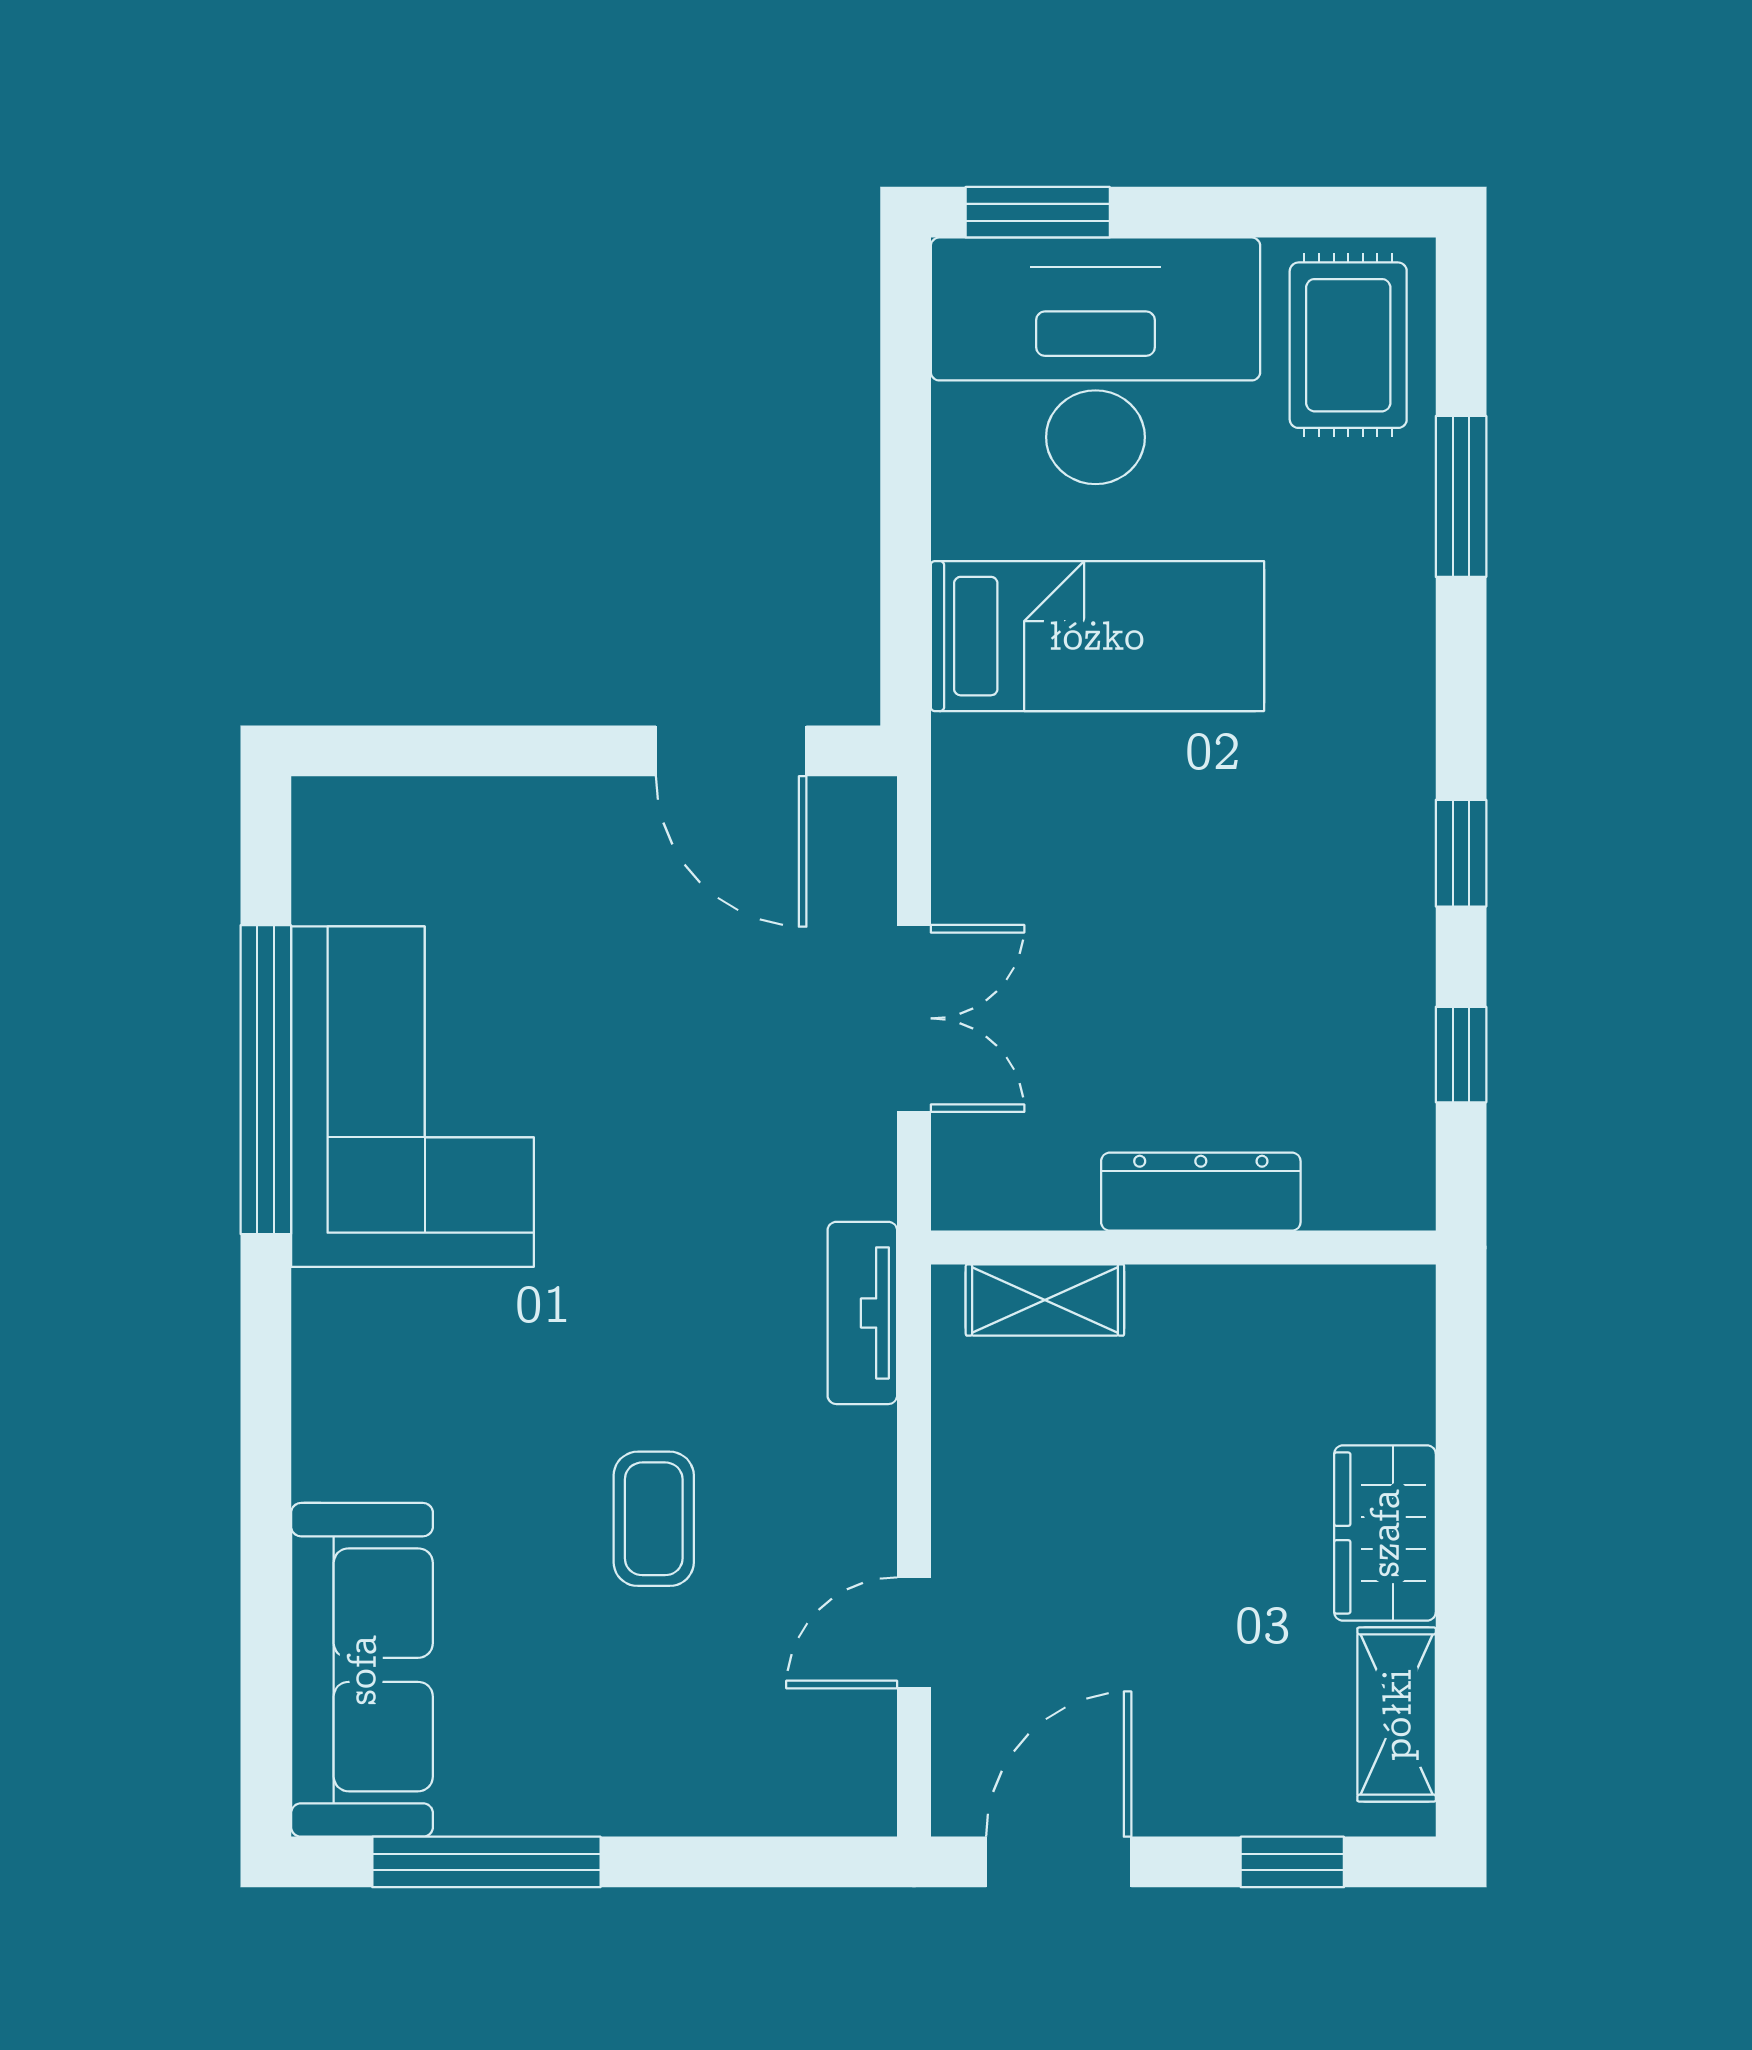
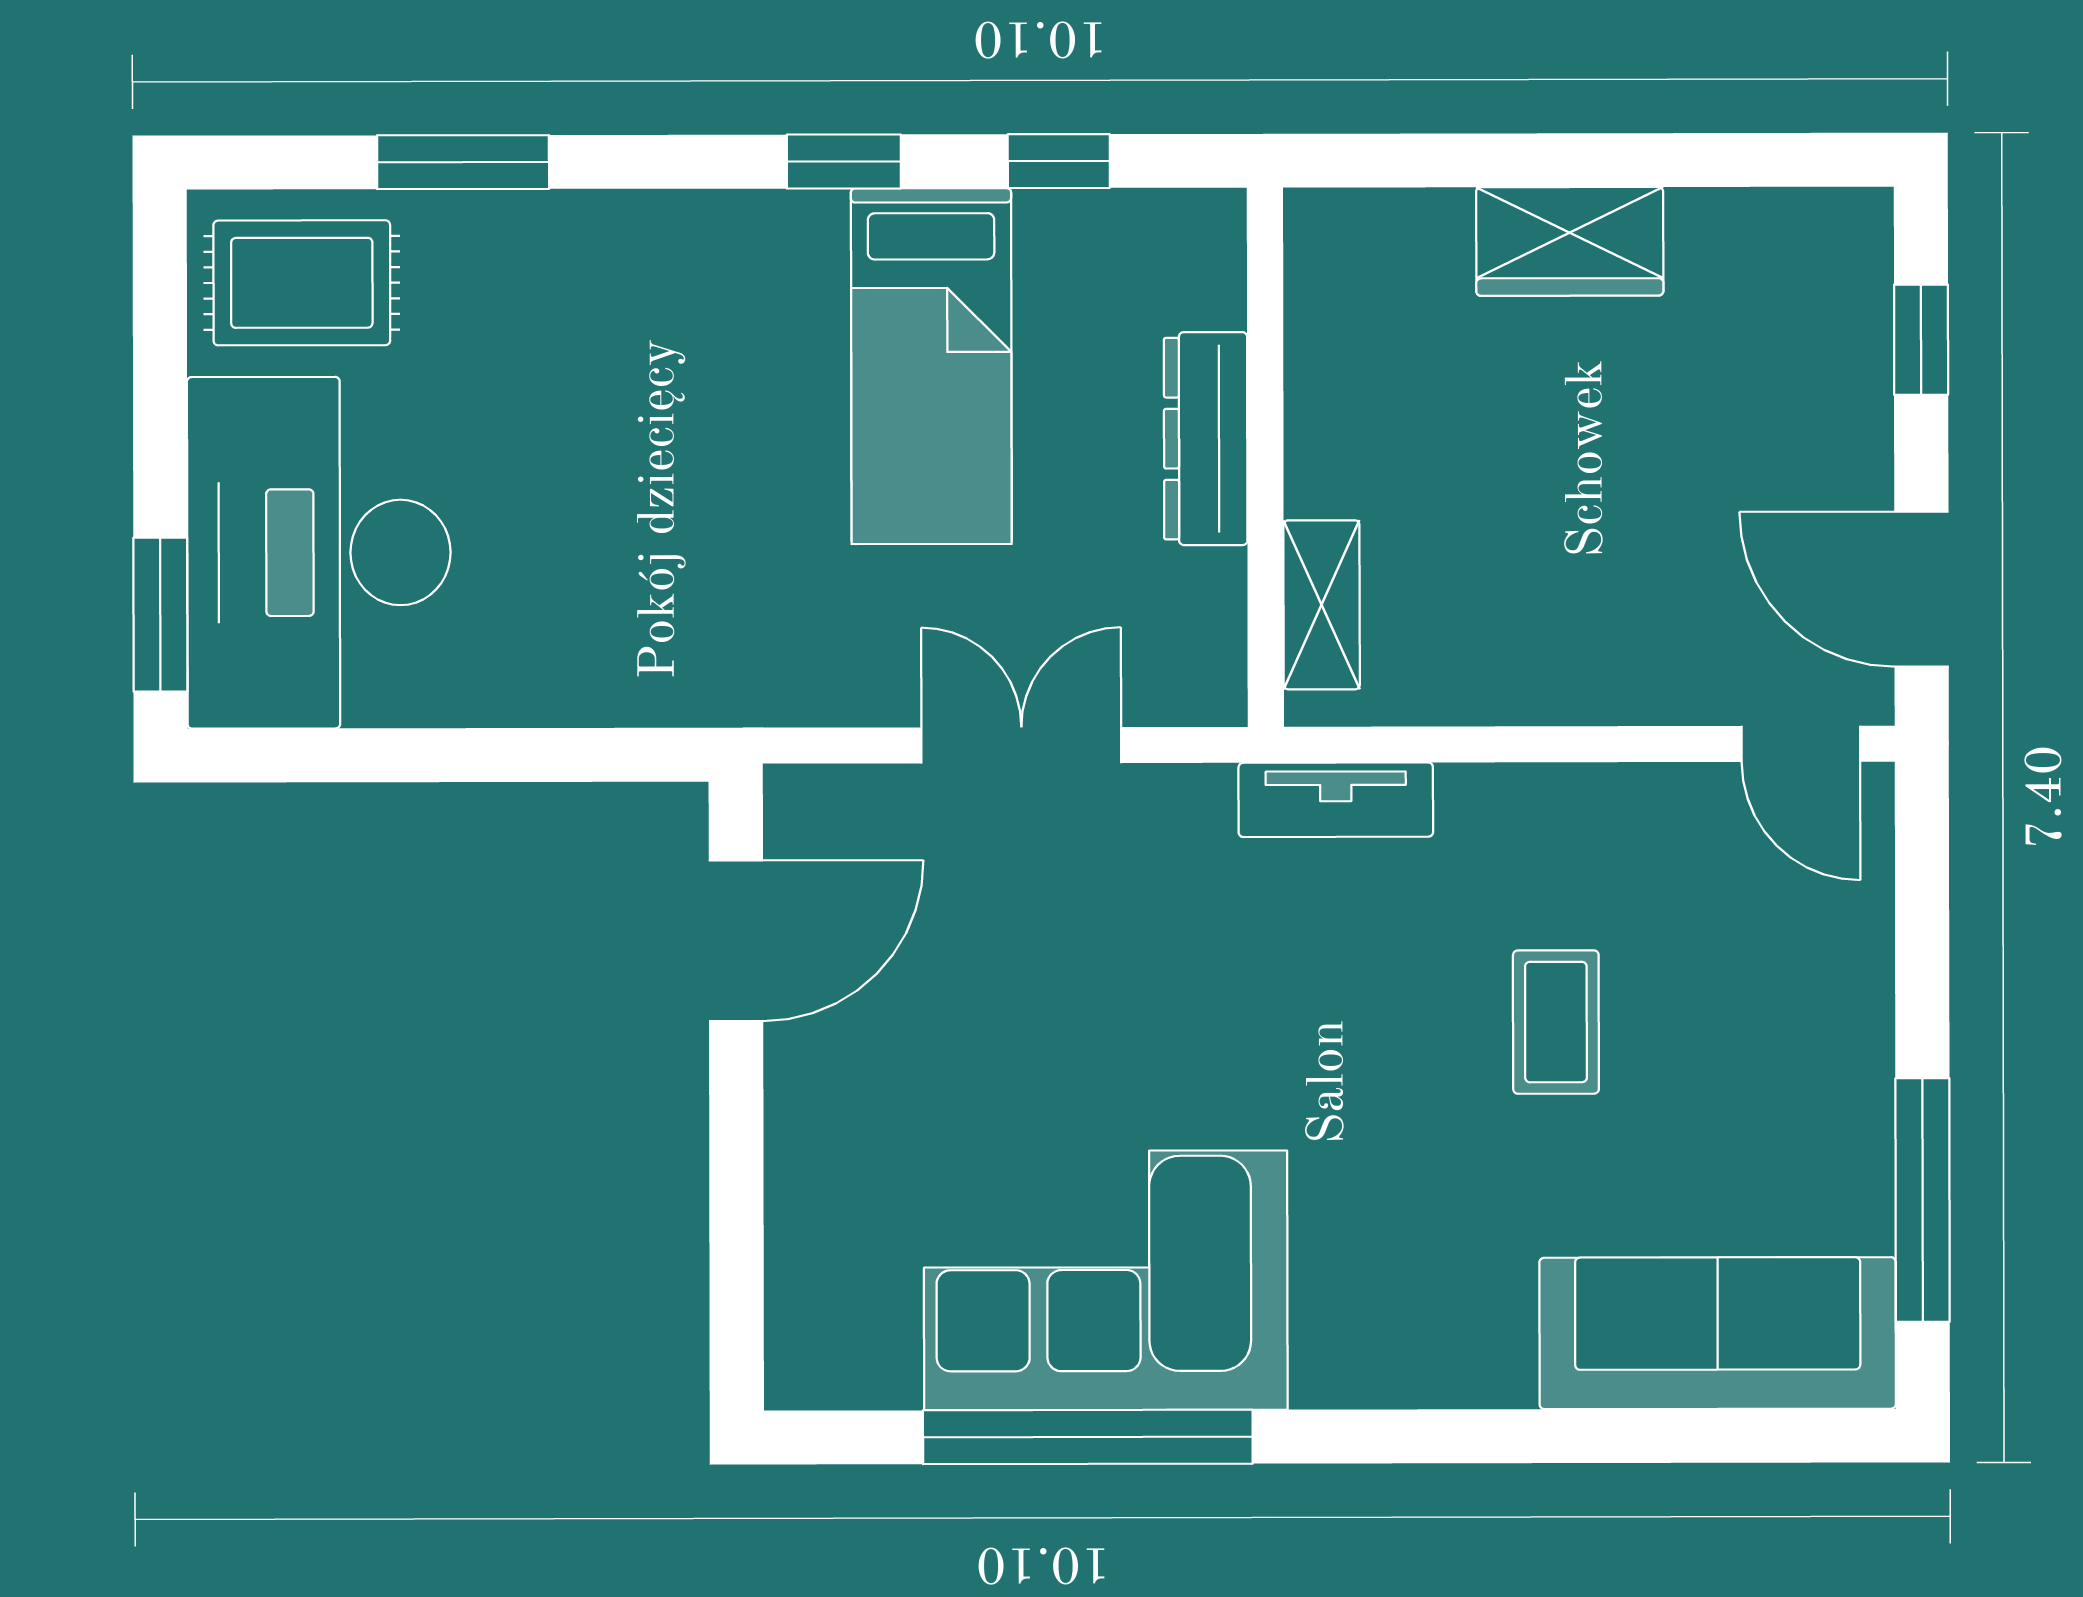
bed: (1097, 636) -> (931, 366), moved, turned 180
coffee table: (654, 1519) -> (1556, 1022), turned 90
door: (914, 1633) -> (1801, 744), moved
shelving: (1397, 1715) -> (1763, 229), removed

